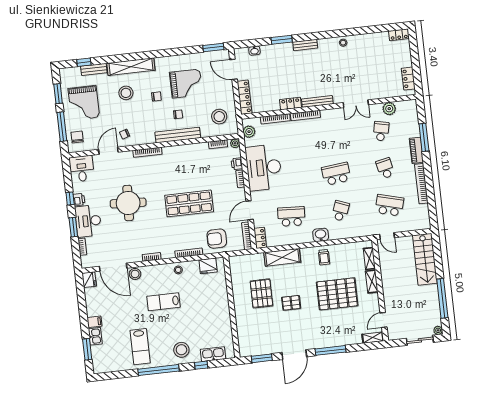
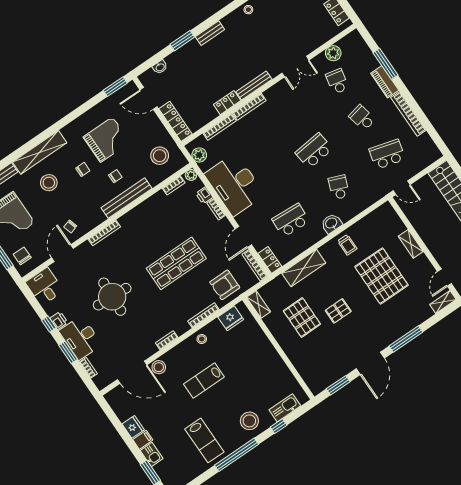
shelving: (369, 259) -> (259, 304), moved
fridge: (89, 280) -> (133, 427), moved
pallet: (337, 294) -> (381, 276), turned 90

